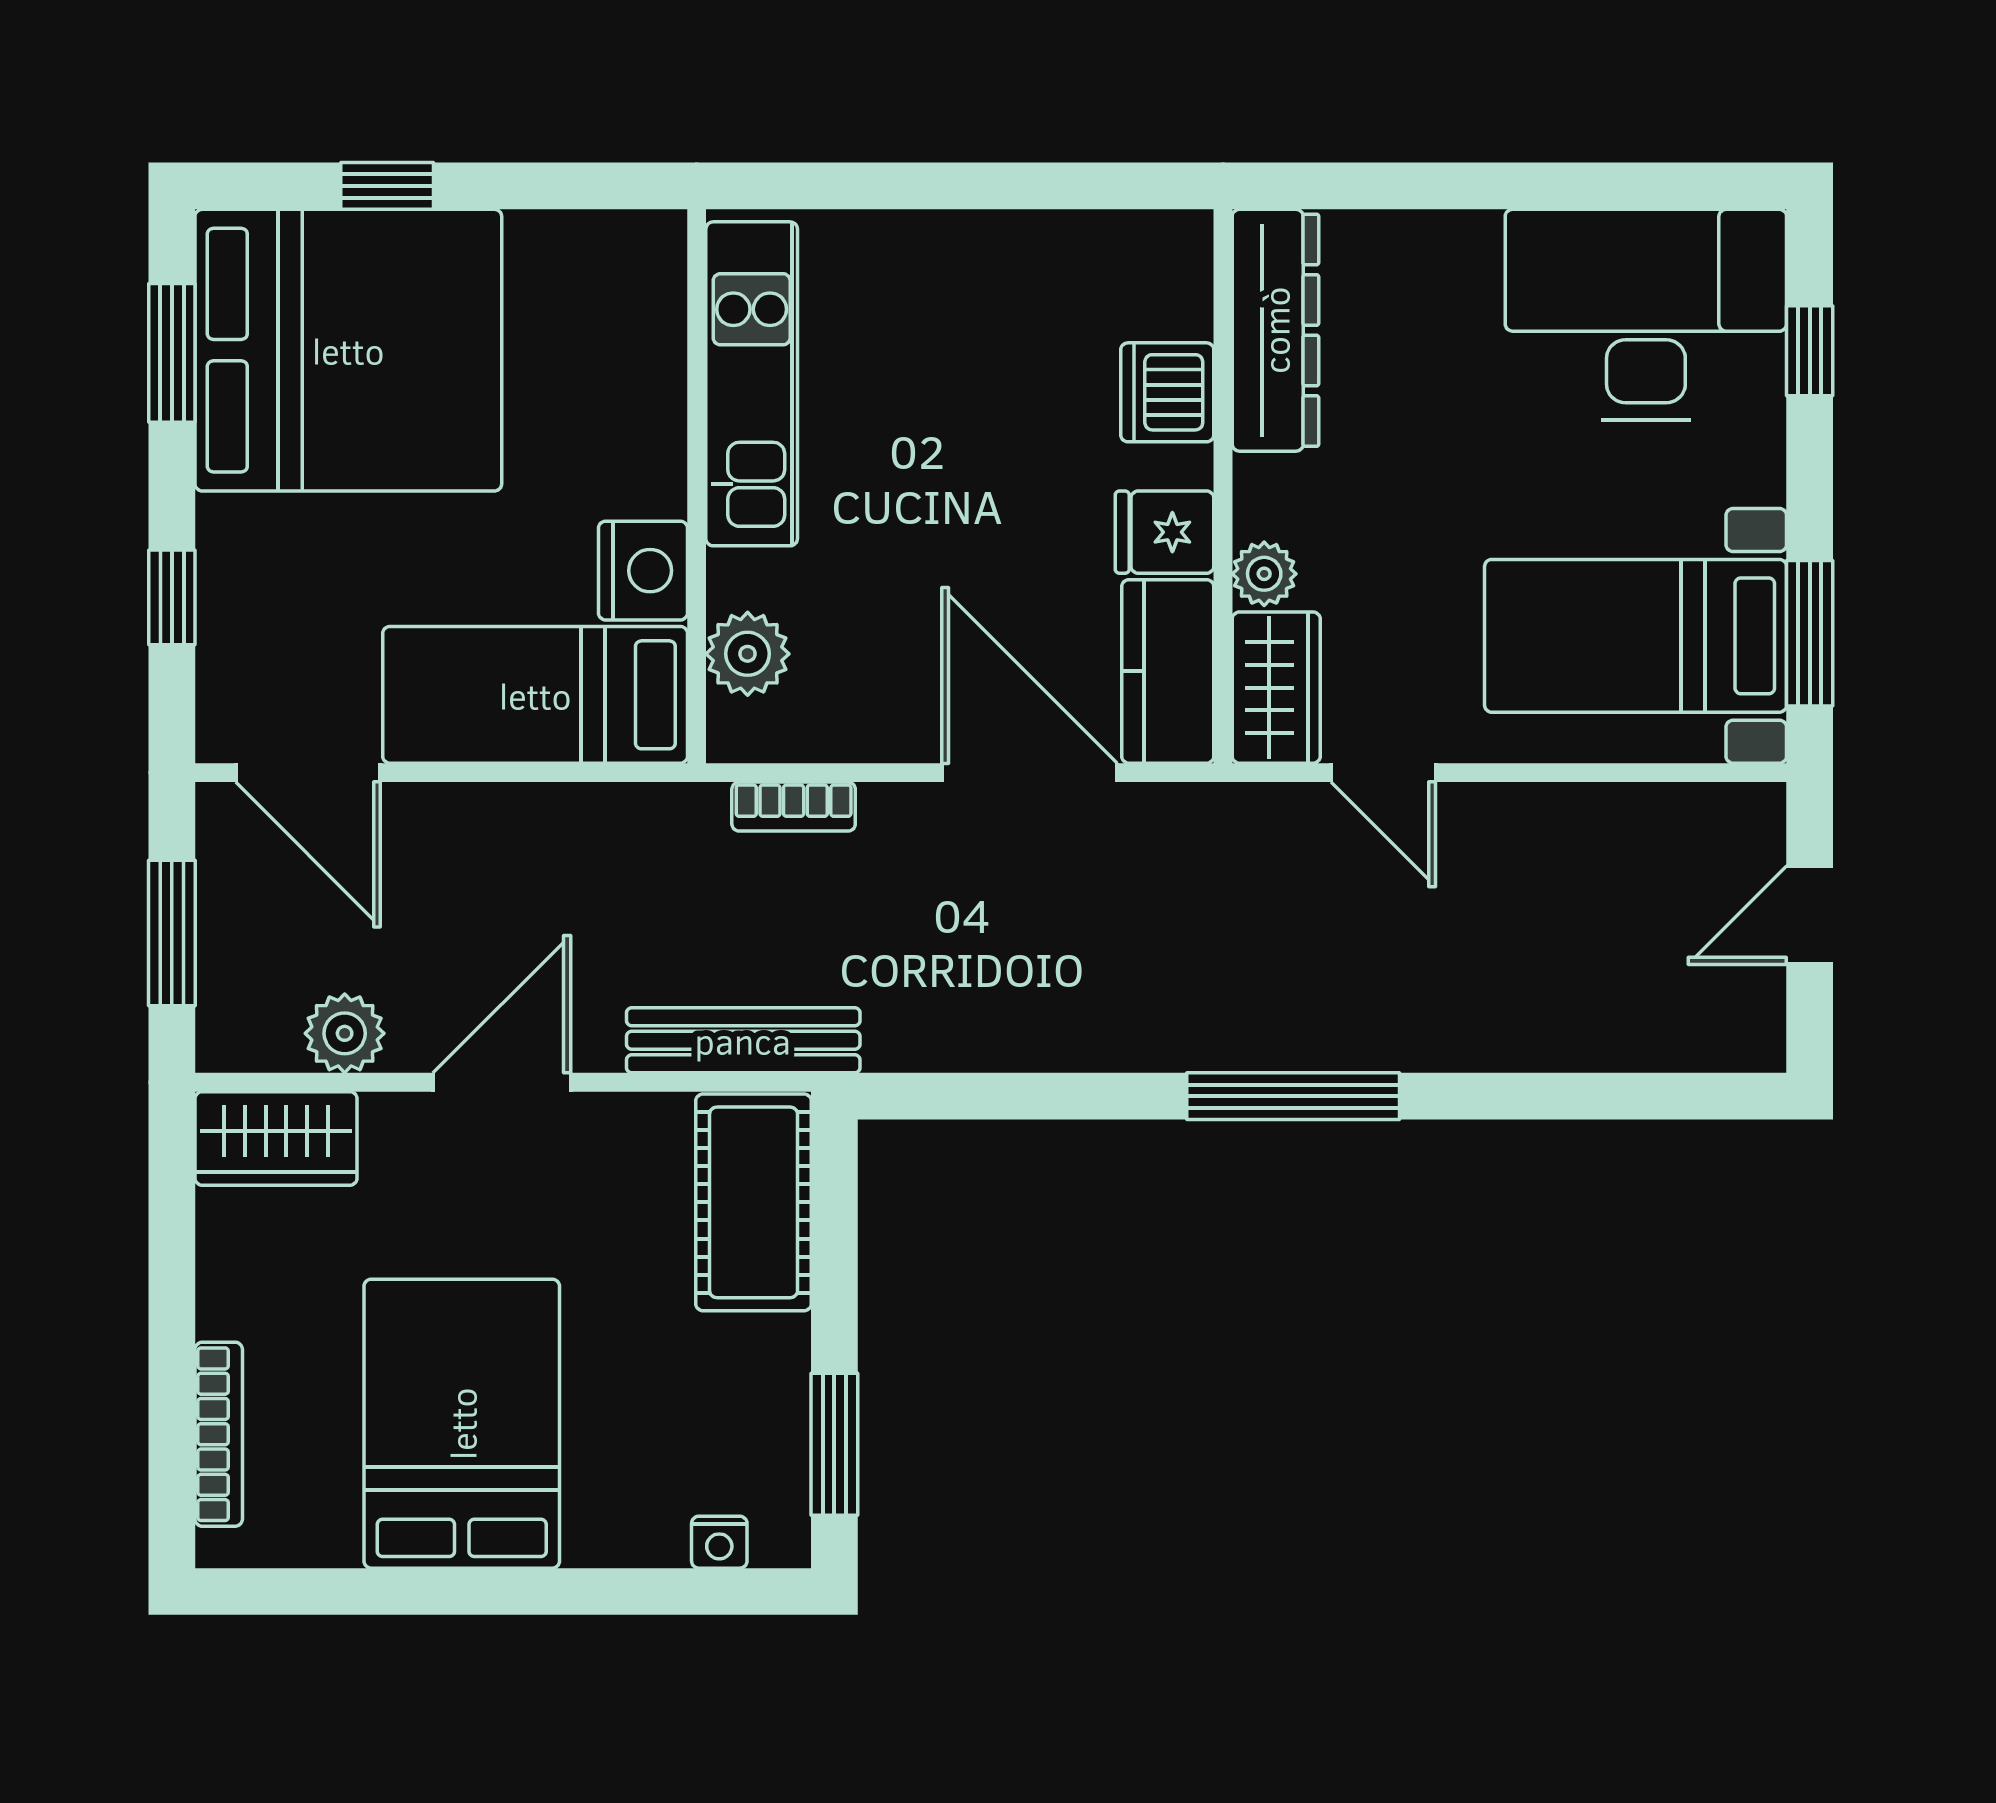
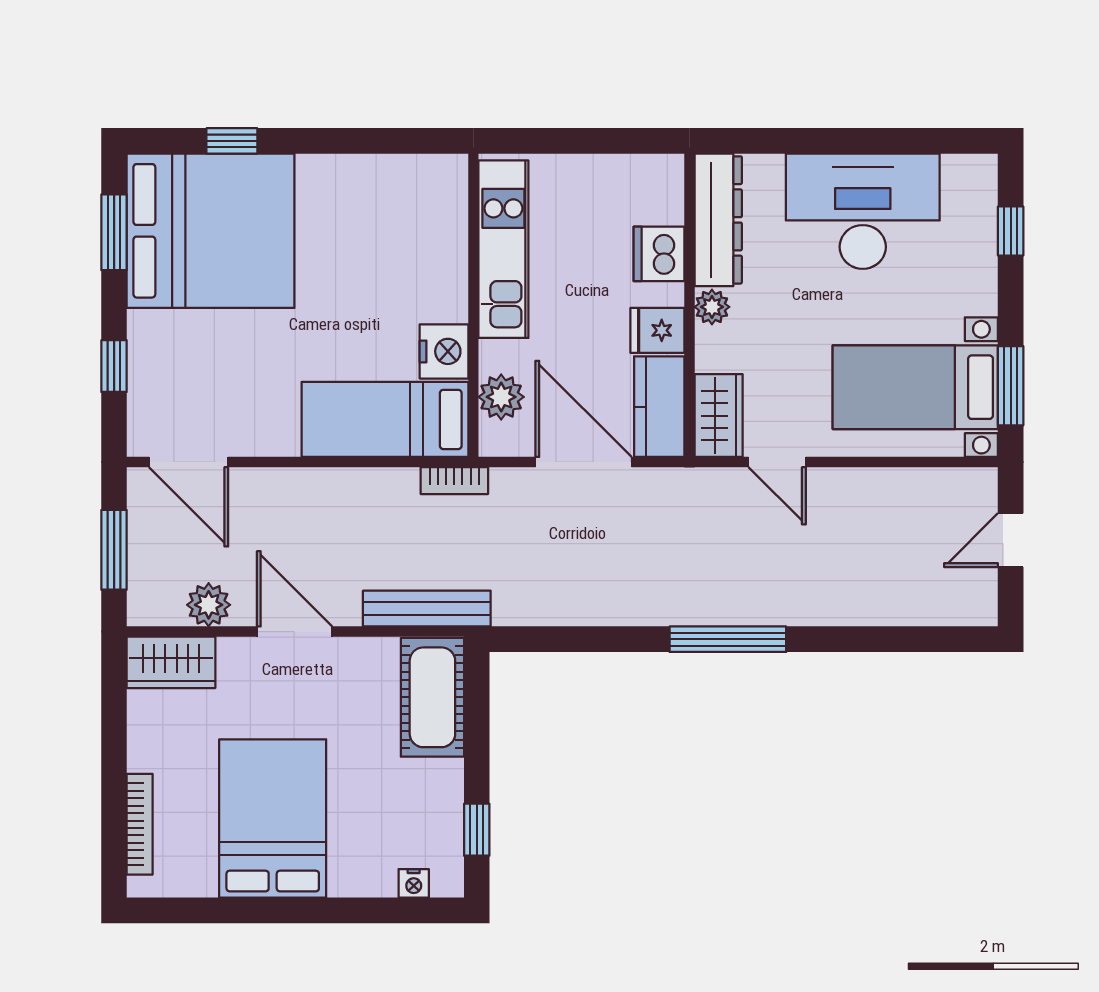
desk: (1646, 314) -> (863, 211), moved
kitchen unit: (752, 384) -> (503, 249), moved
wall: (697, 486) -> (473, 305), moved
nightstand: (643, 571) -> (444, 351), moved
plant: (1264, 574) -> (712, 307), moved
plant: (748, 654) -> (501, 397), moved
bed: (535, 695) -> (385, 419), moved
door: (502, 1082) -> (295, 632), hinge flipped
window: (834, 1444) -> (477, 830), width x0.67

